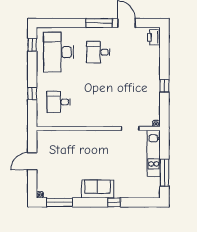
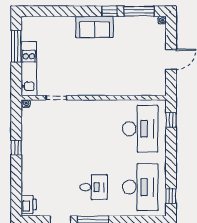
window: (32, 93) -> (171, 120), moved
desk: (59, 102) -> (140, 129), width x1.87, depth x1.30
window: (114, 202) -> (110, 11), moved

